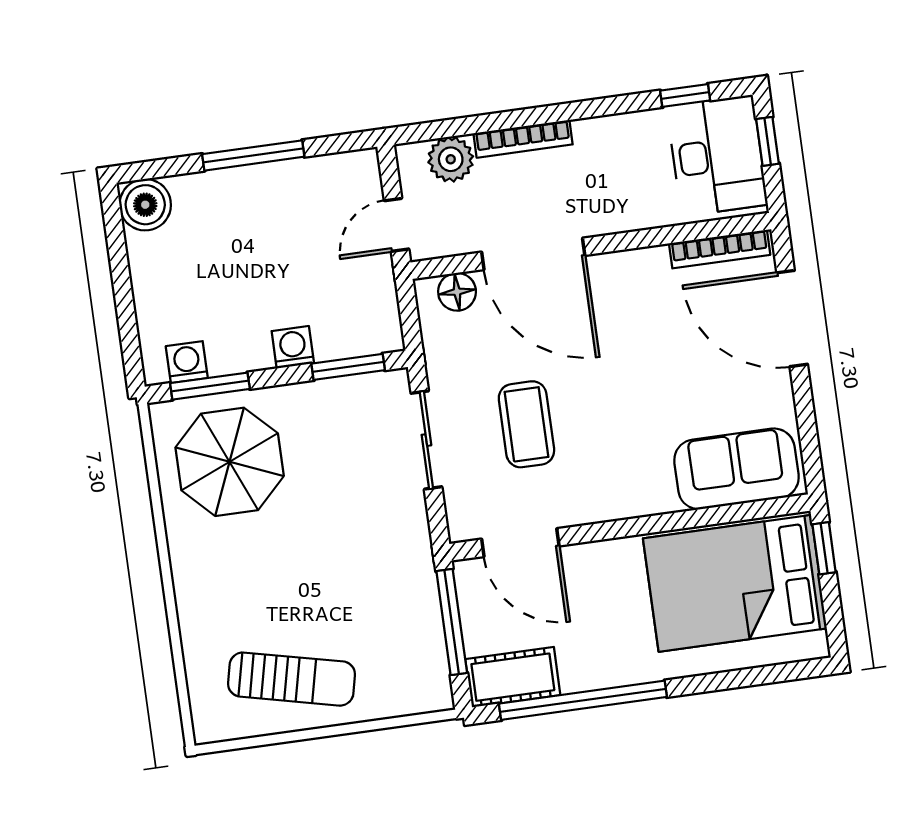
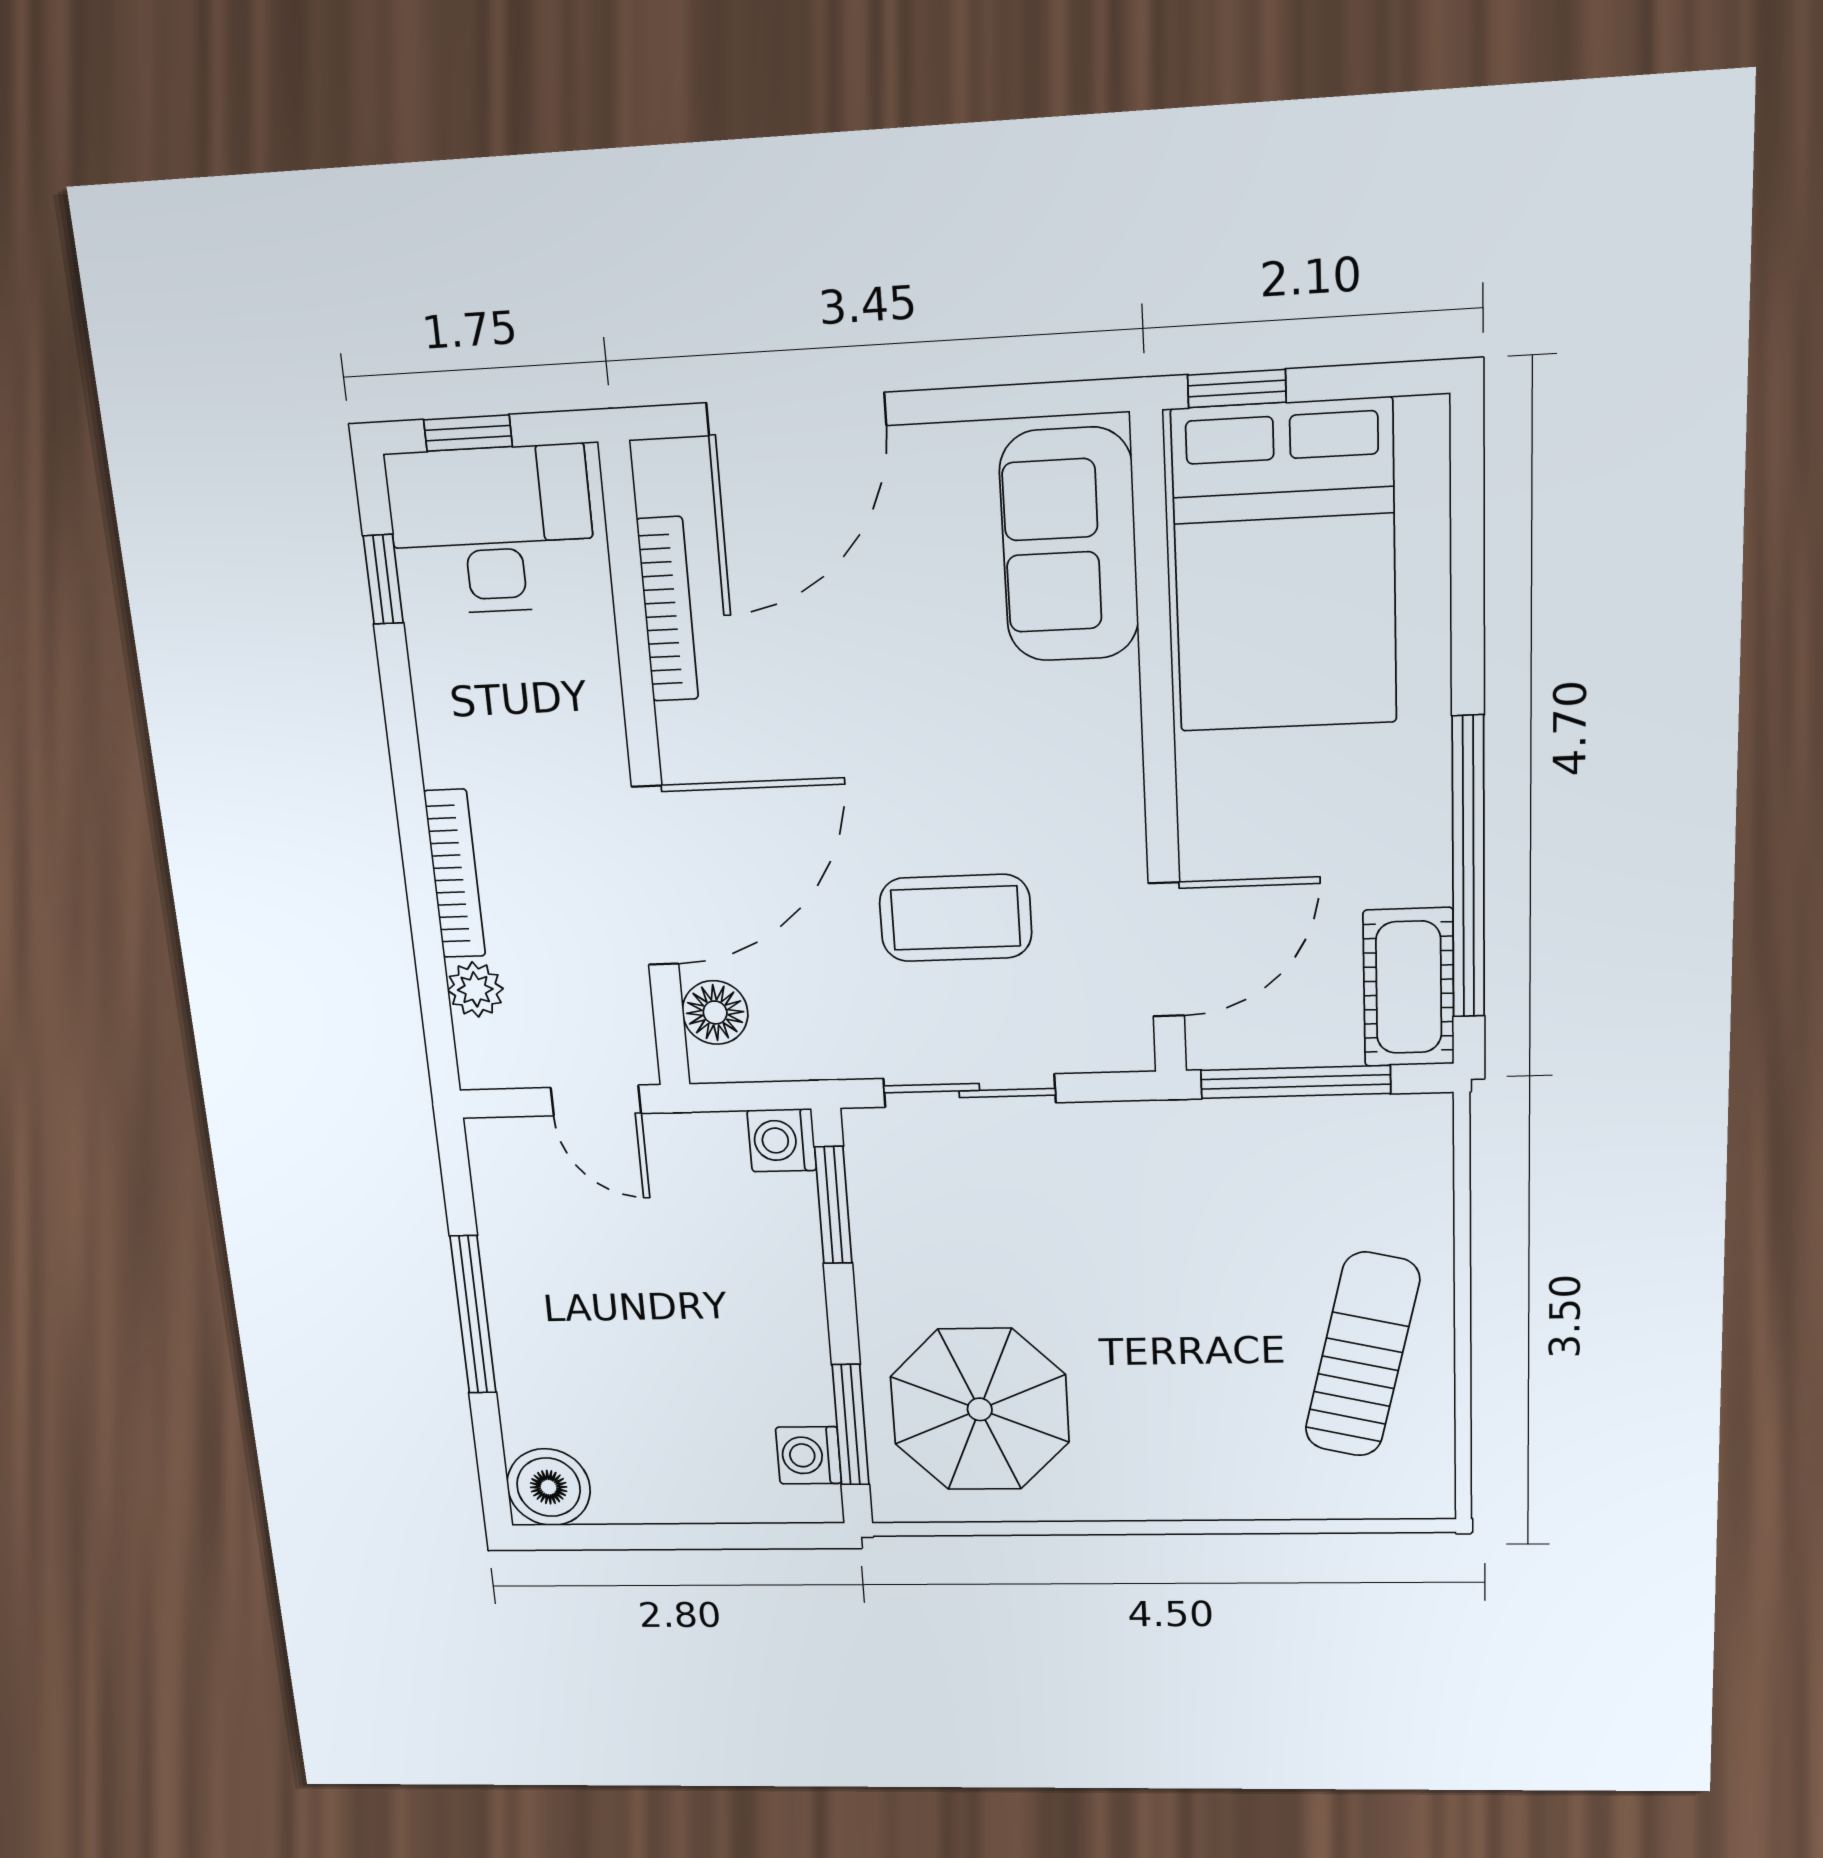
plant: (451, 159) -> (475, 989), width x0.73, depth x0.73
bookcase: (720, 249) -> (667, 609), moved
washing machine: (293, 347) -> (782, 1140), moved

